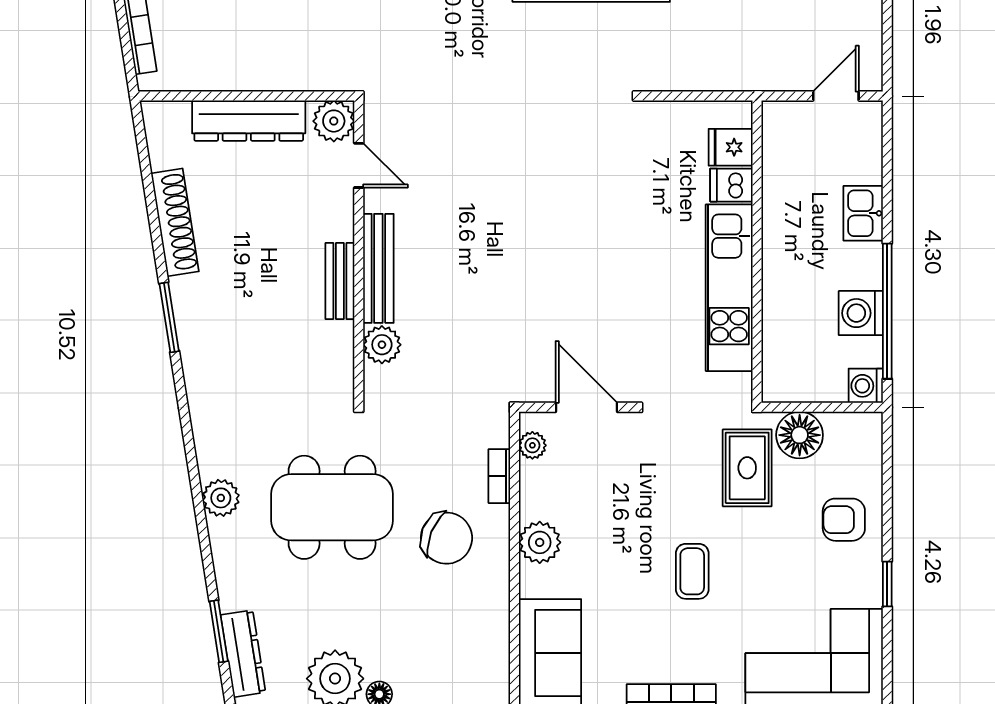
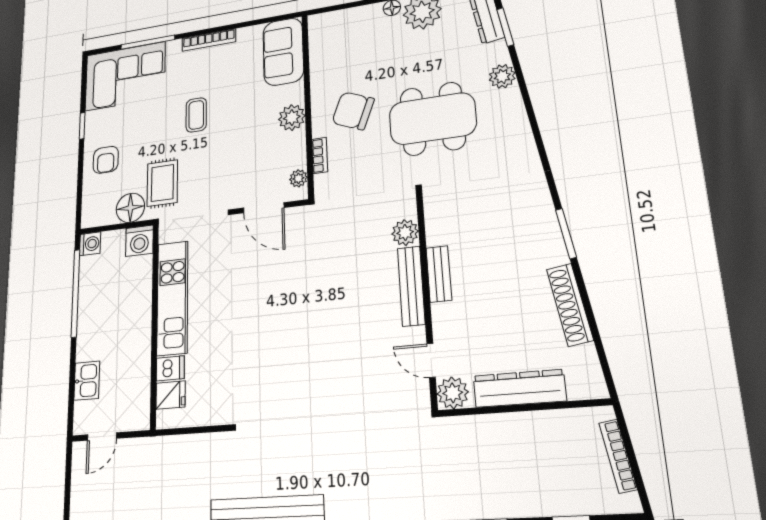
kitchen sink: (863, 213) -> (87, 381), moved
washing machine: (861, 313) -> (139, 241), moved, turned 90
plant: (221, 498) -> (502, 76), moved
armchair: (844, 520) -> (106, 160), turned 90

